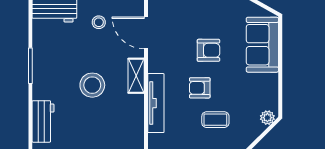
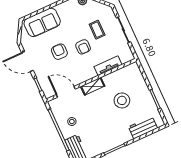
door: (146, 33) -> (66, 92), swing flipped
stool: (92, 85) -> (122, 100), moved
tv unit: (156, 103) -> (108, 66), width x0.71

